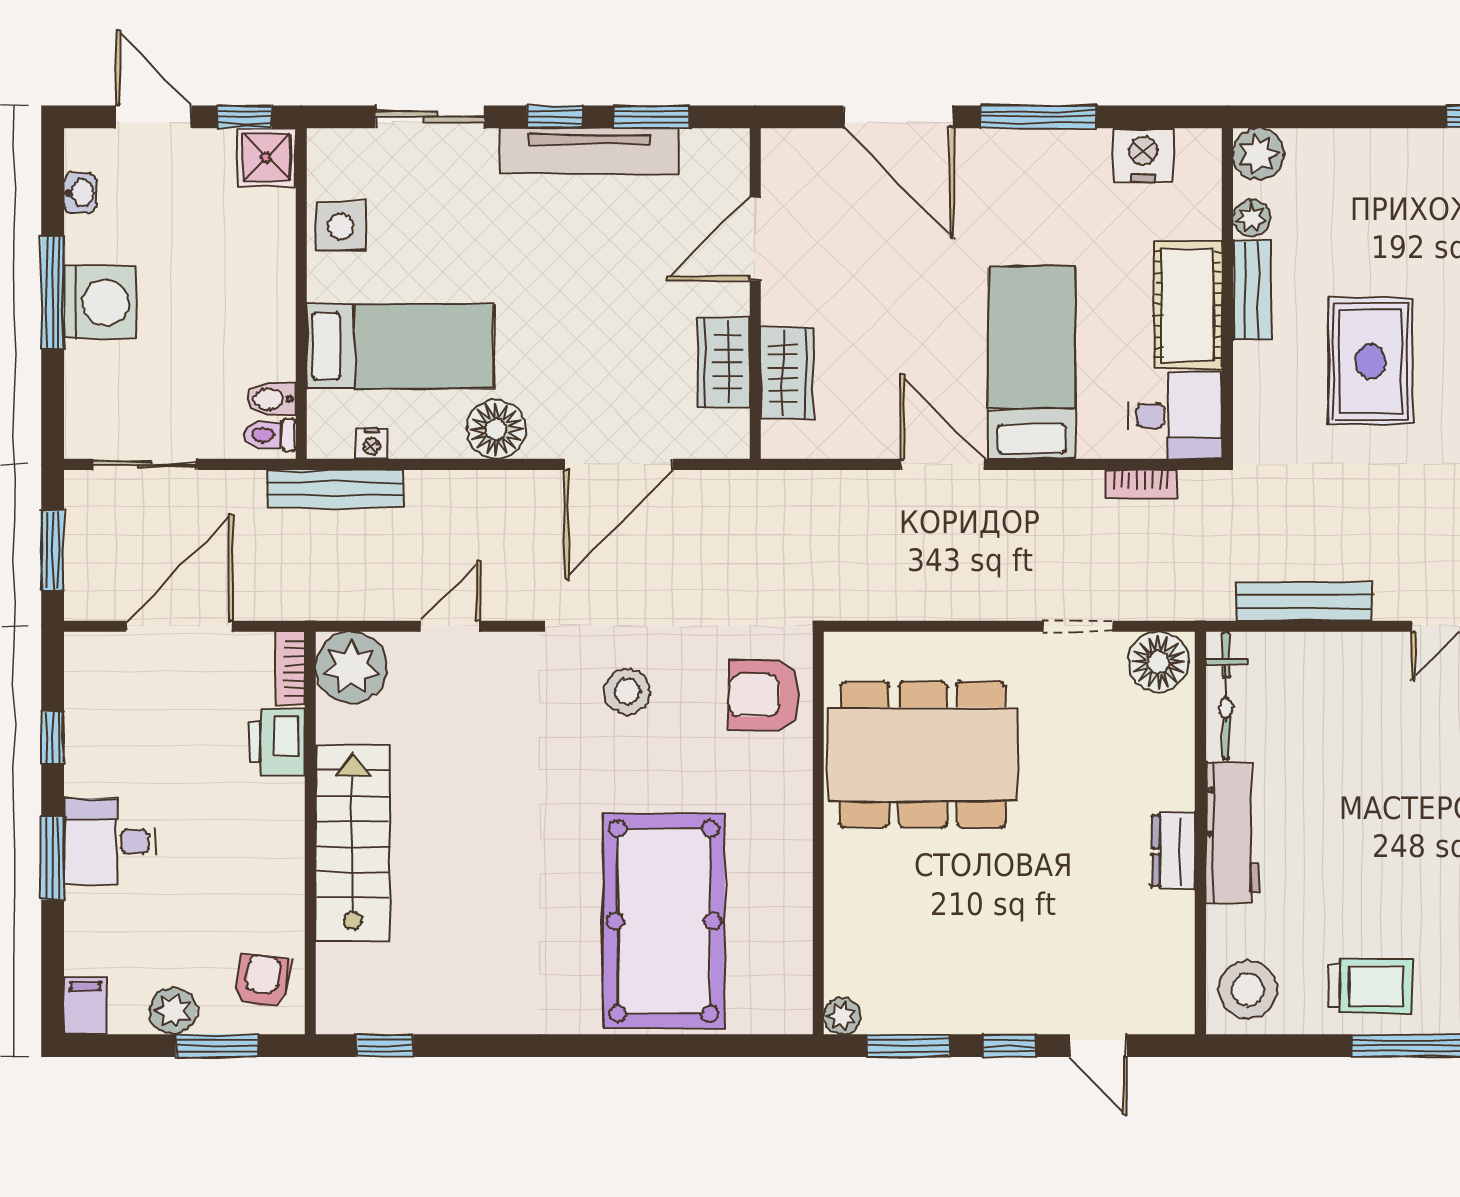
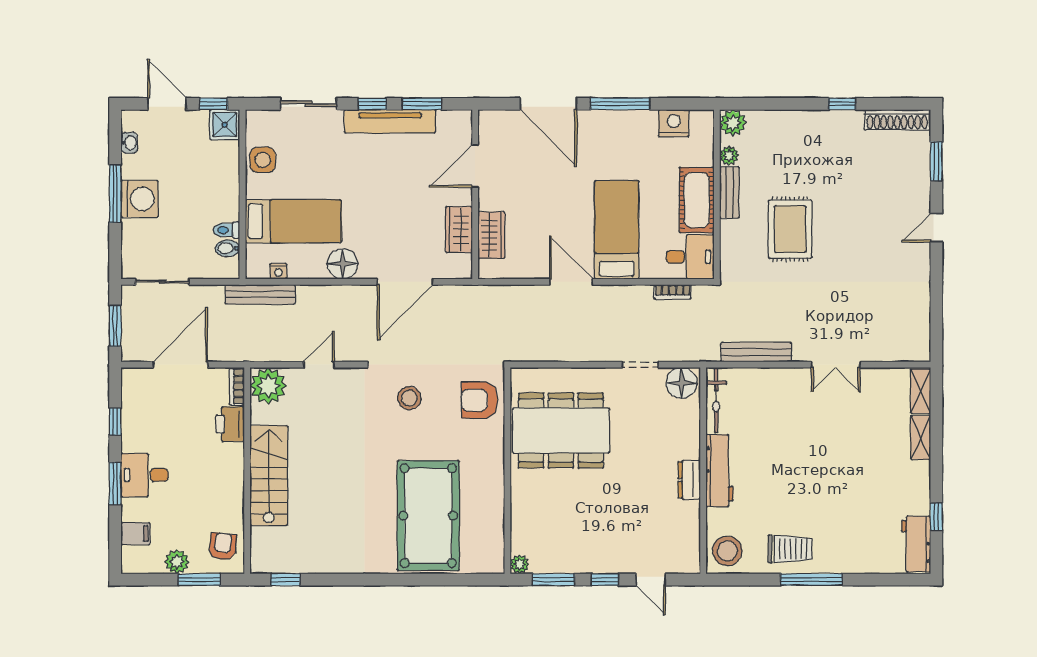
toilet: (270, 435) -> (227, 230), moved
filing cabinet: (85, 1006) -> (135, 534), moved, turned 90

